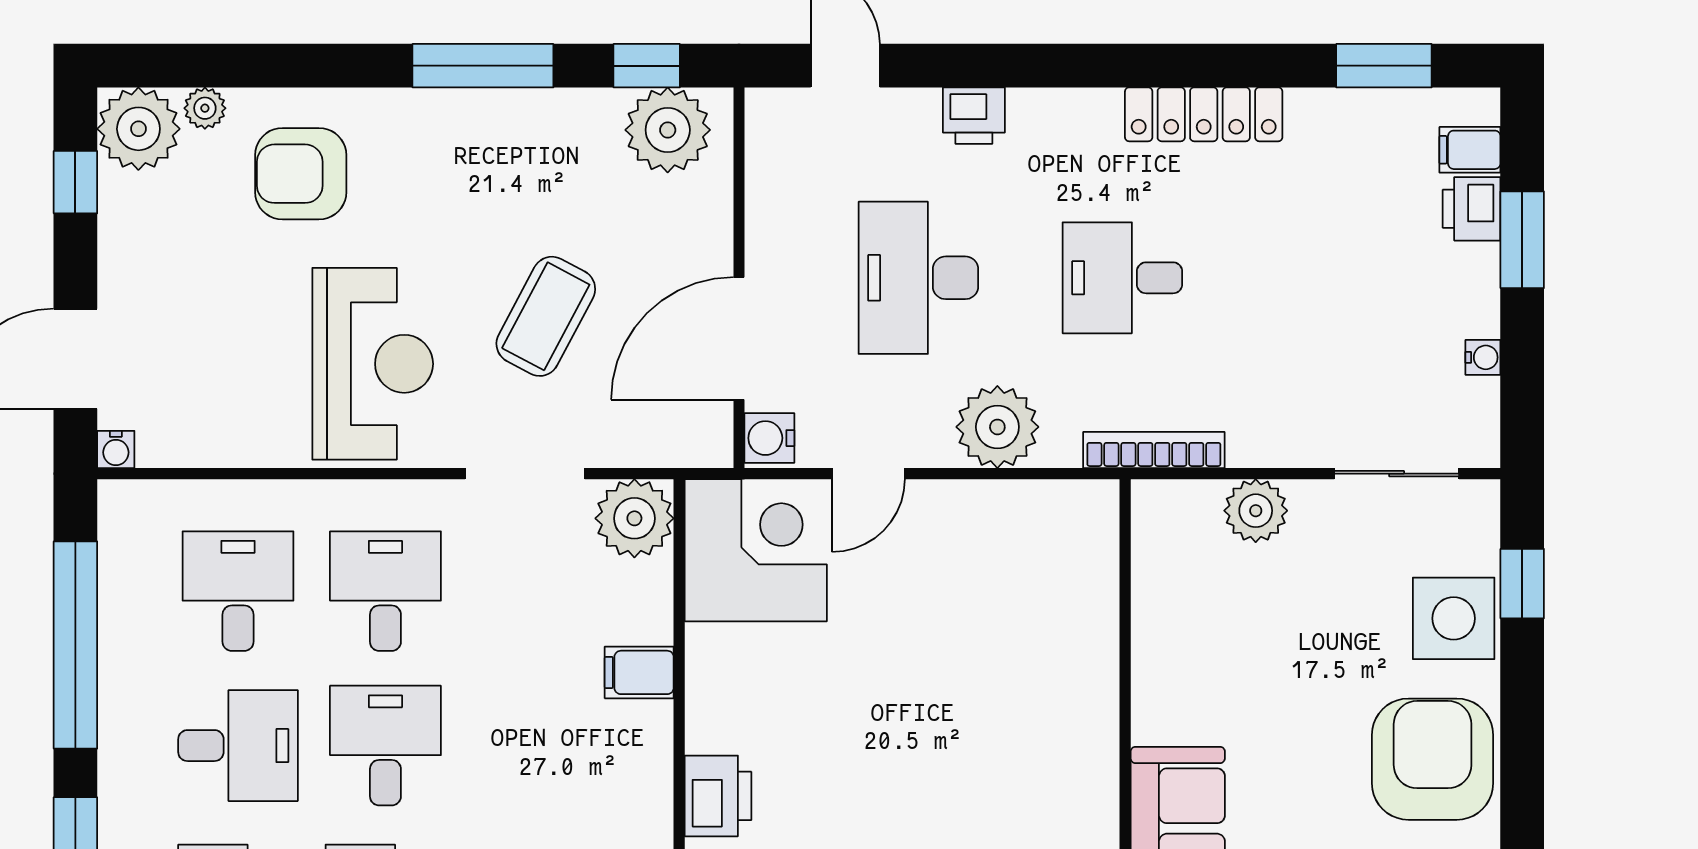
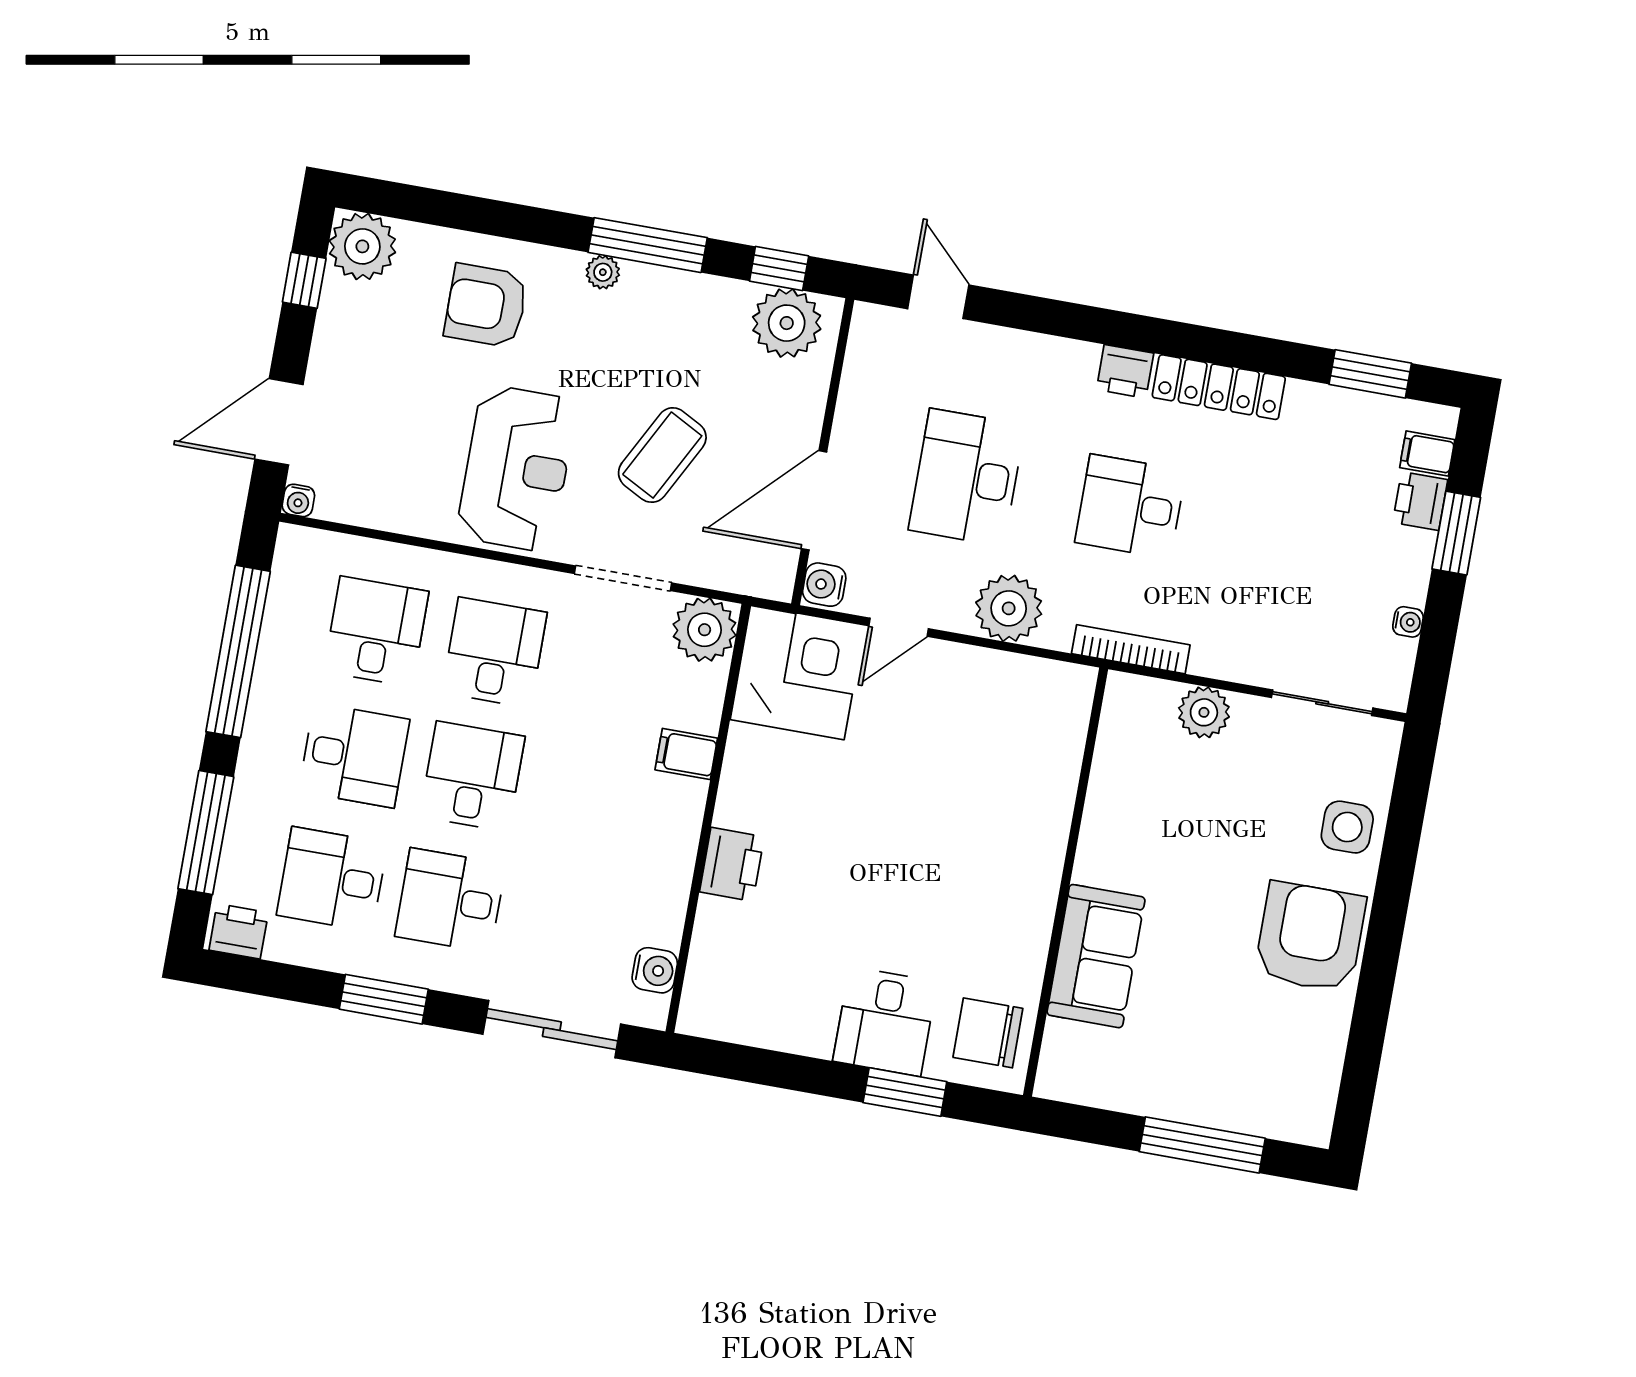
plant: (205, 108) -> (603, 272), moved
printer: (974, 116) -> (1125, 371), moved
window: (1522, 584) -> (1407, 809), removed
side table: (1454, 618) -> (1347, 827), width x0.73, depth x0.73

